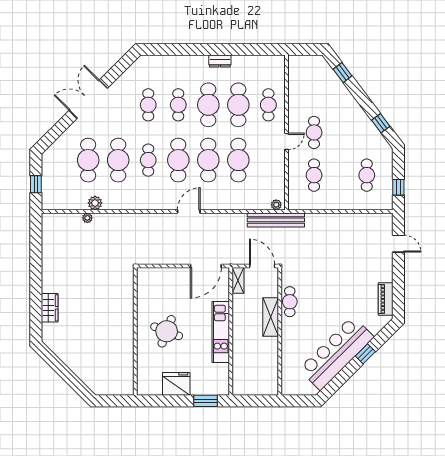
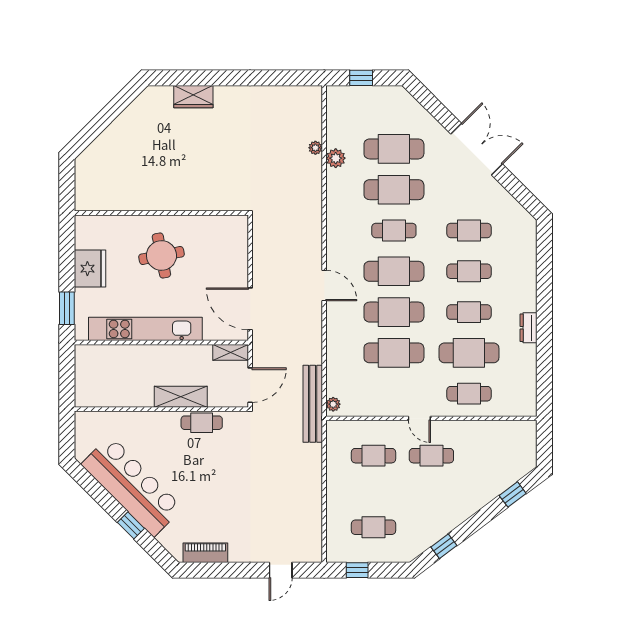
cafe table: (208, 105) -> (469, 312), width x0.73, depth x0.74
round table: (167, 331) -> (161, 256), turned -32
kitchen unit: (221, 332) -> (145, 329), width x1.36

